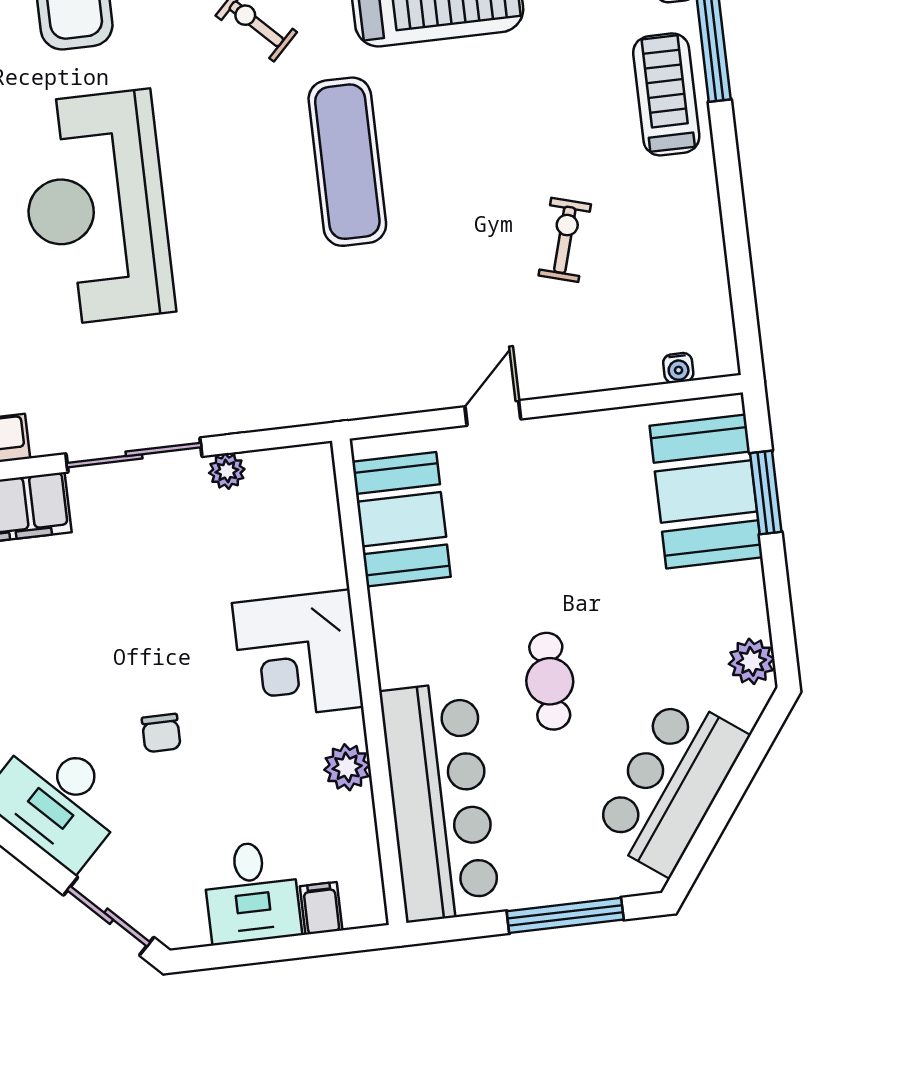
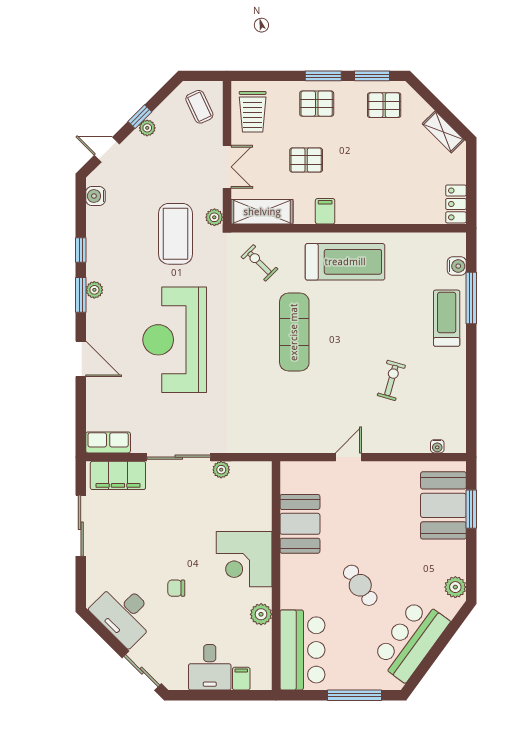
booth: (401, 519) -> (300, 524), moved
cafe table: (550, 681) -> (360, 585), turned -35
chair: (161, 733) -> (176, 588), turned 90
bar counter: (440, 802) -> (302, 650), width x0.73

